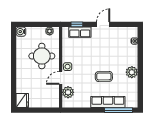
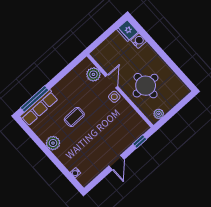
water cooler: (21, 32) -> (139, 41), moved
row of seats: (80, 32) -> (131, 137), removed
row of seats: (108, 102) -> (39, 108), moved

